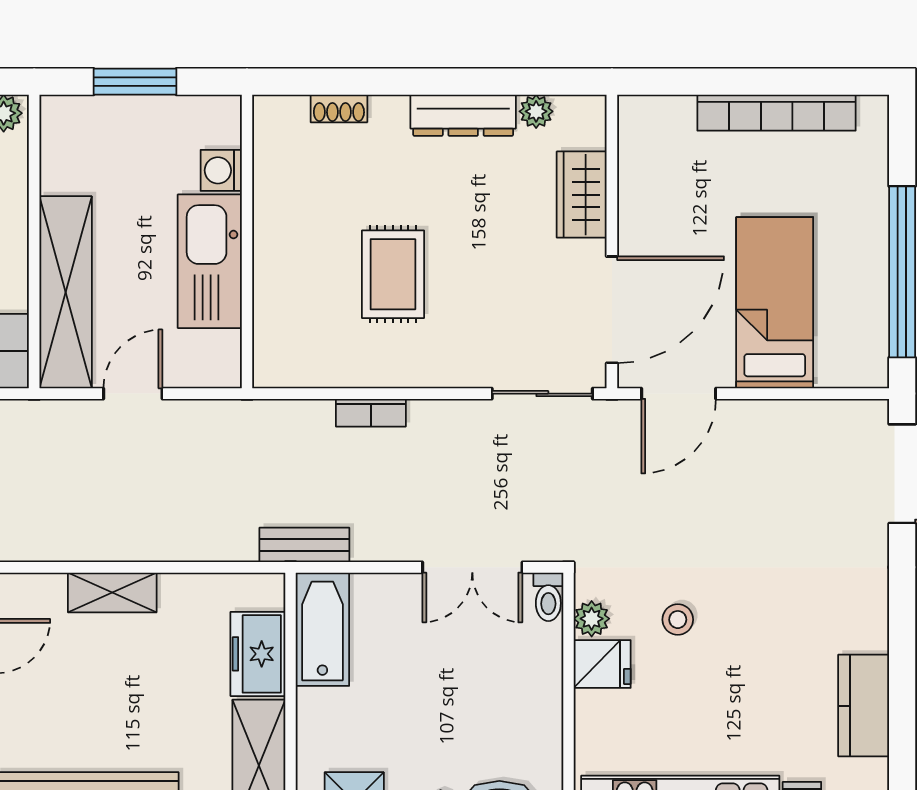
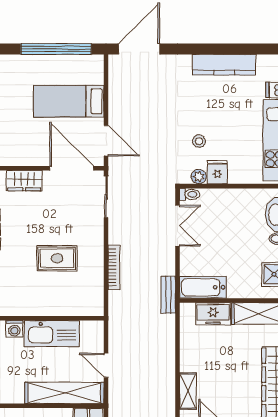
bookcase: (371, 413) -> (114, 267), width x1.56
shelving: (112, 592) -> (188, 391), moved
kitchen counter: (864, 706) -> (224, 65), width x1.50

